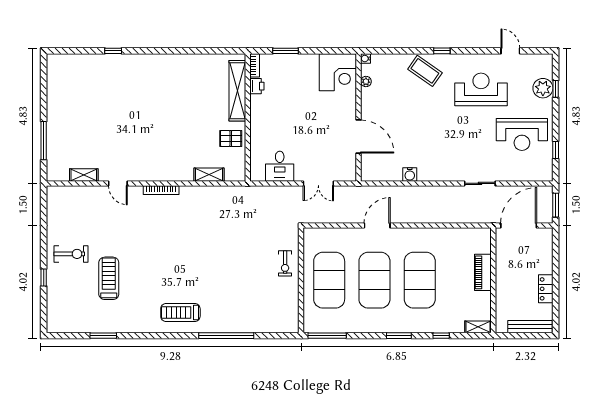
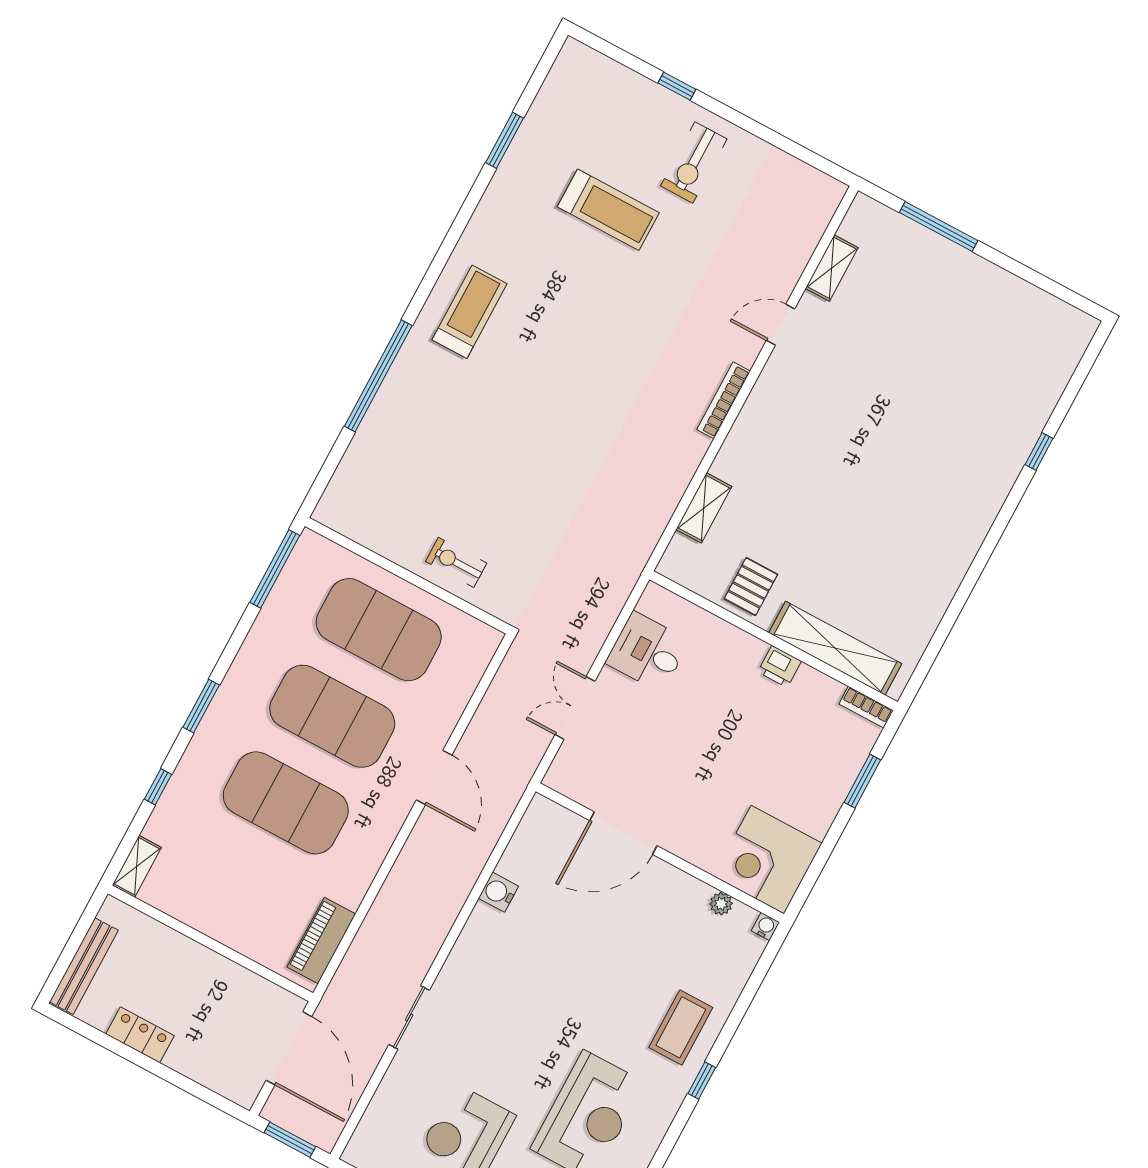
coffee table: (425, 71) -> (681, 1027), turned -35
printer: (257, 86) -> (780, 666), moved
piano: (483, 272) -> (321, 940), moved, turned -90

